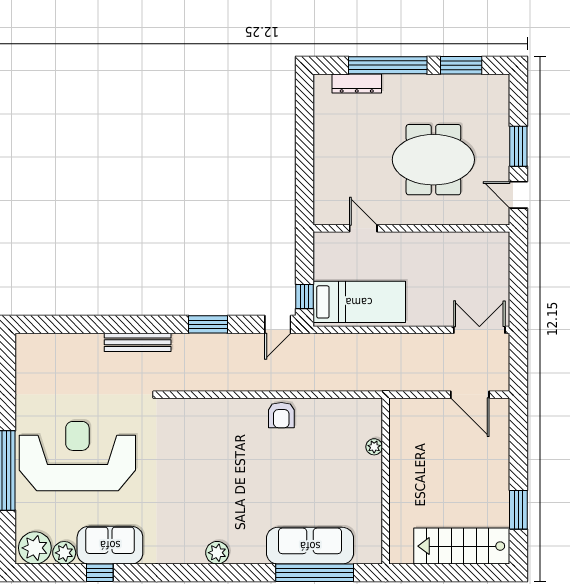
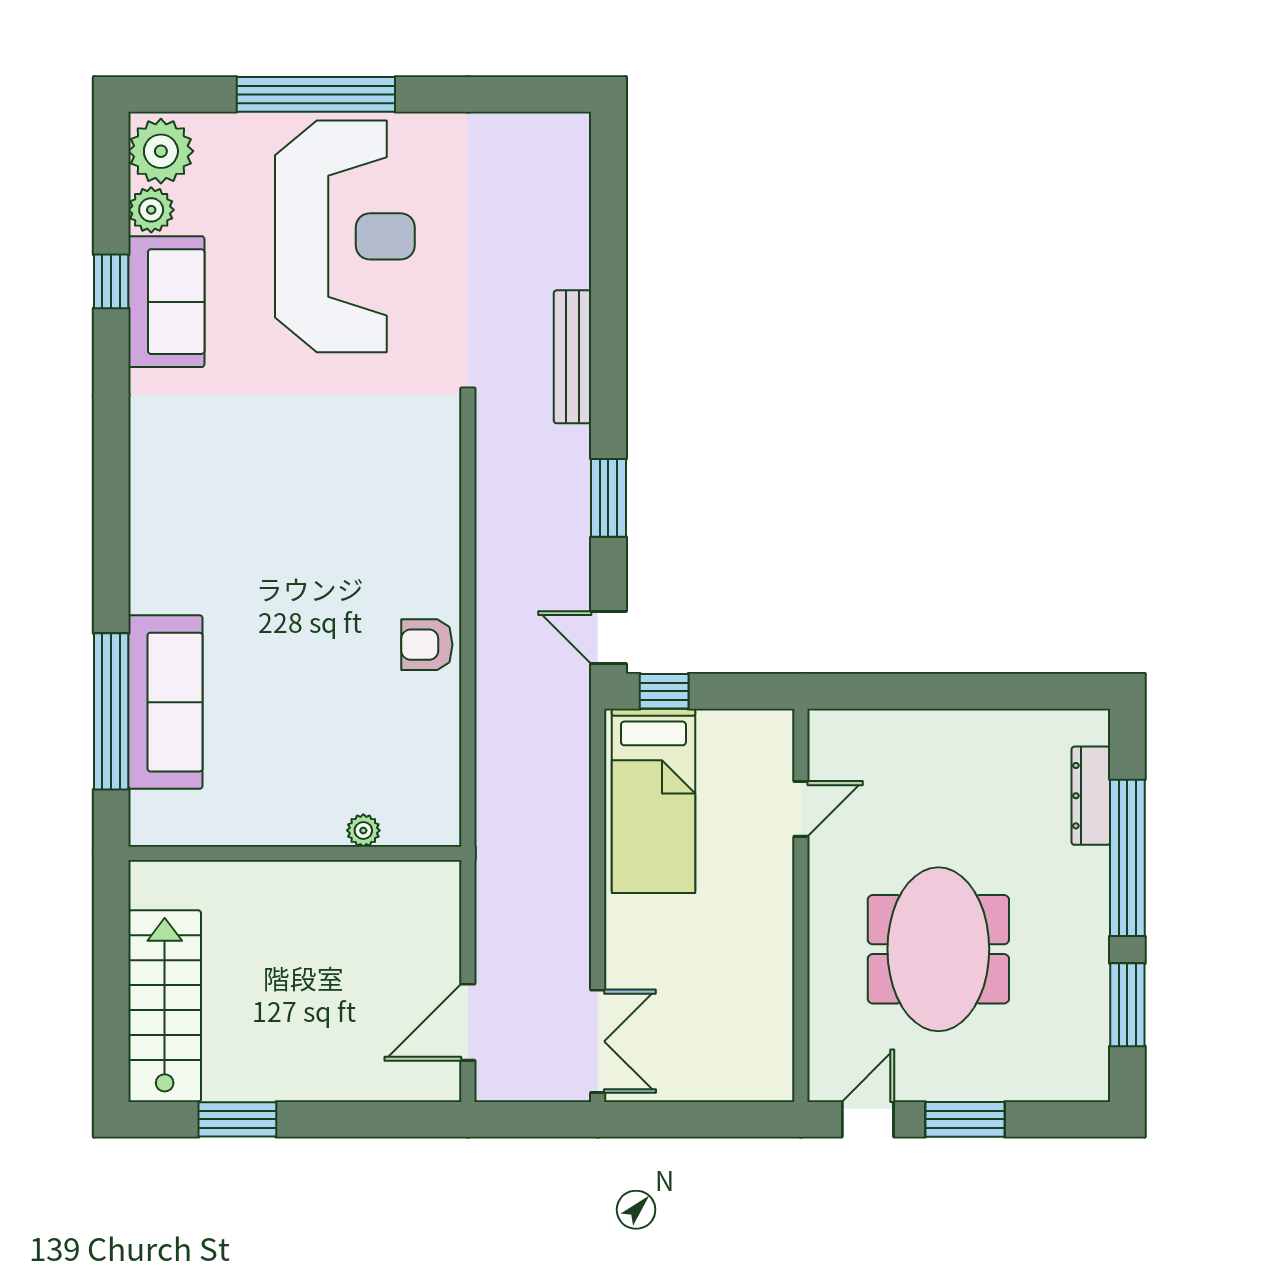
plant: (217, 553) -> (151, 516), removed

